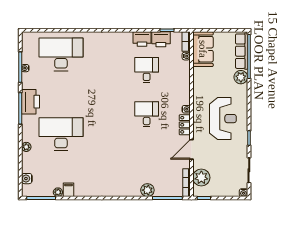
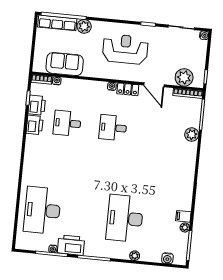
sofa: (203, 49) -> (65, 64), moved
printer: (30, 102) -> (71, 245), moved

